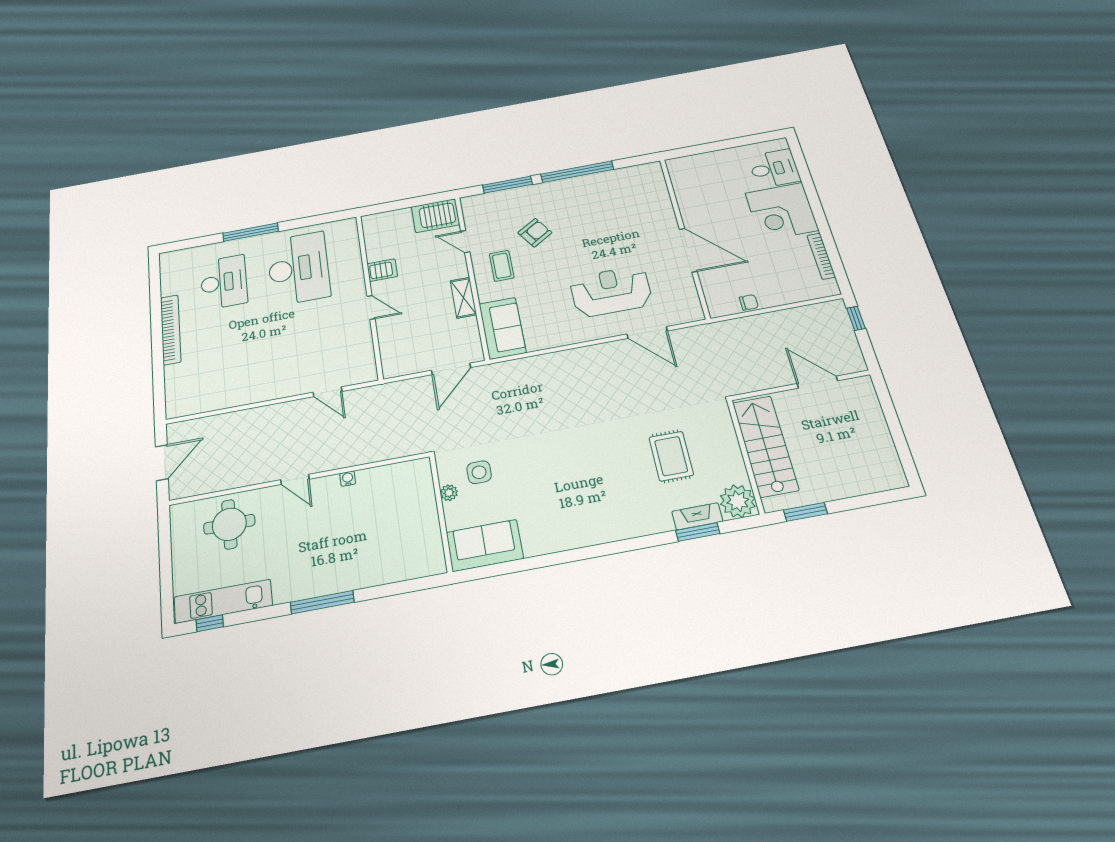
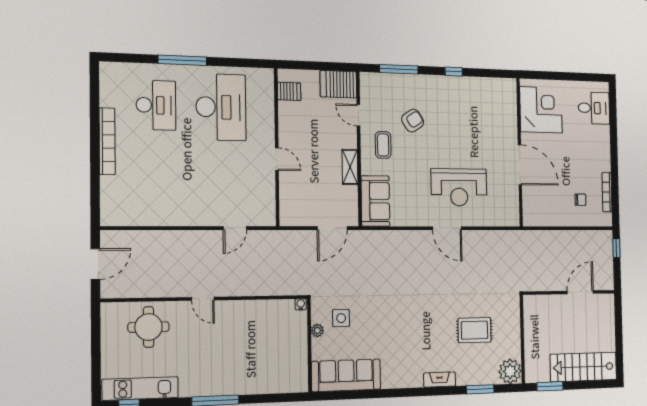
window: (577, 172) -> (454, 72), width x0.32
corner desk: (782, 212) -> (541, 110), moved, turned 180
server rack: (382, 270) -> (289, 91), moved
reception desk: (611, 291) -> (459, 187), turned 180
chair: (749, 302) -> (580, 200), moved
door: (647, 332) -> (447, 228), moved
door: (817, 382) -> (580, 292), hinge flipped
door: (328, 392) -> (235, 228), hinge flipped
stairs: (765, 446) -> (583, 367), moved, turned -90
rug: (671, 456) -> (474, 330), turned 90
water cooler: (348, 479) -> (301, 304), moved
fireplace: (697, 516) -> (440, 380), moved
sofa: (485, 545) -> (346, 375), width x1.36

